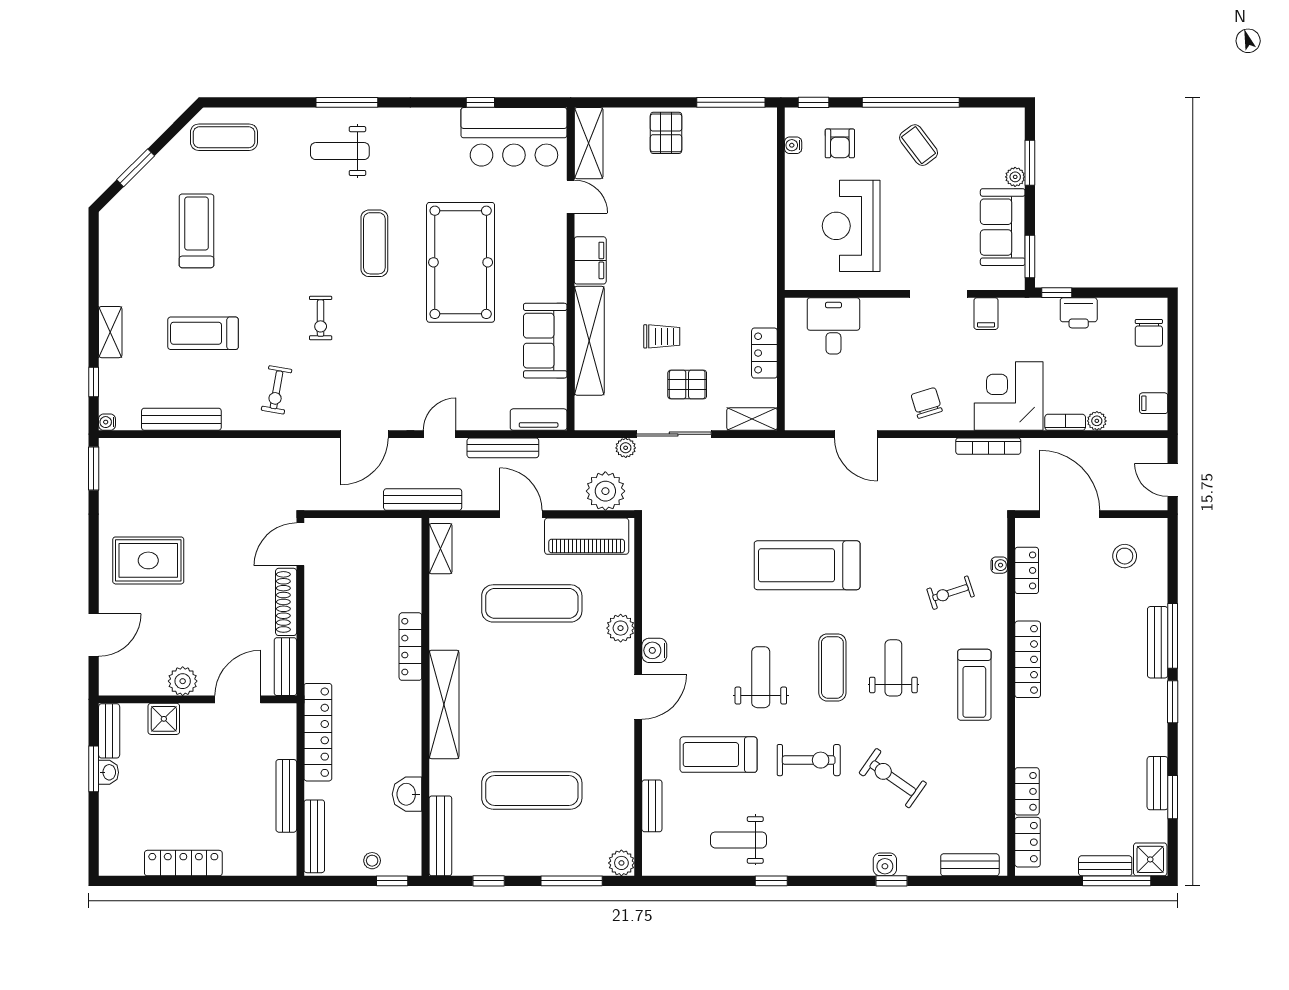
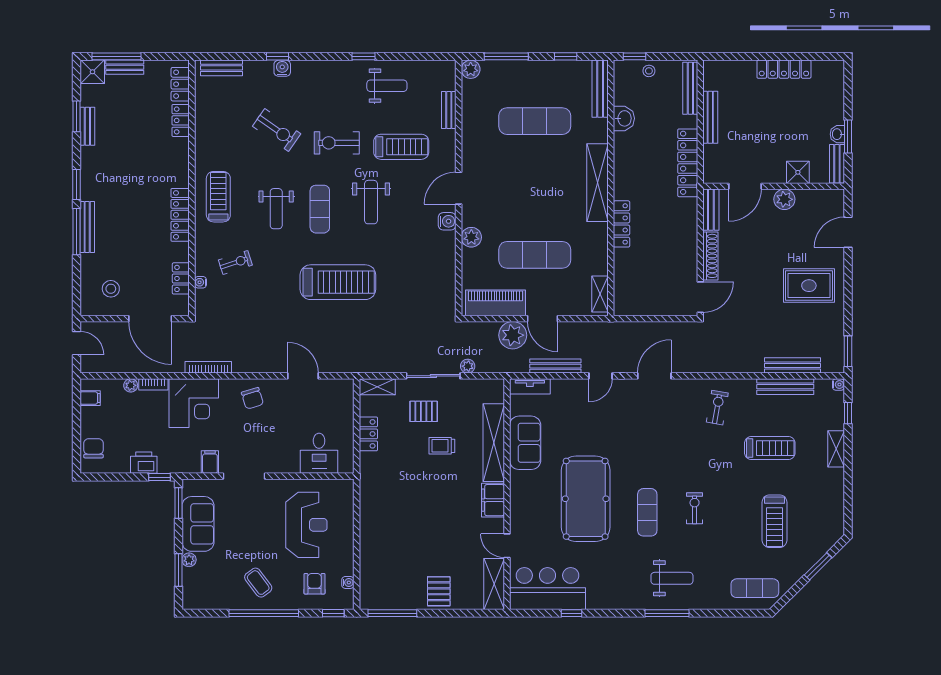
exercise bike: (321, 318) -> (695, 508), moved
plant: (605, 491) -> (513, 335), moved
bench: (423, 500) -> (792, 365), moved

